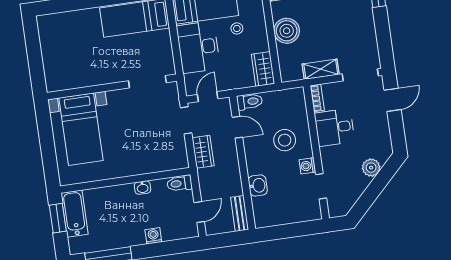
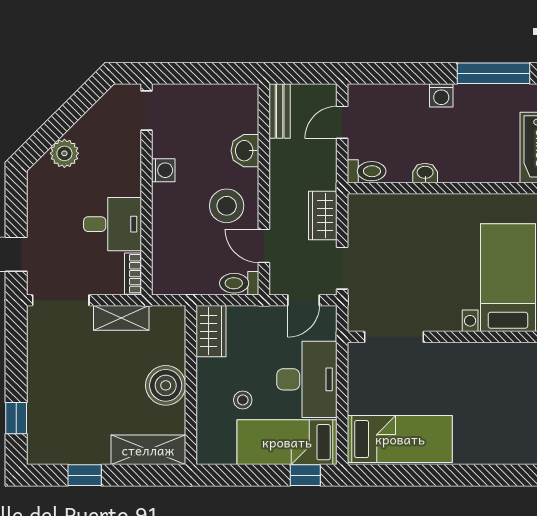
stool: (285, 140) -> (227, 206), moved
doorway: (321, 186) -> (147, 111), moved
washing machine: (153, 236) -> (441, 95), moved

